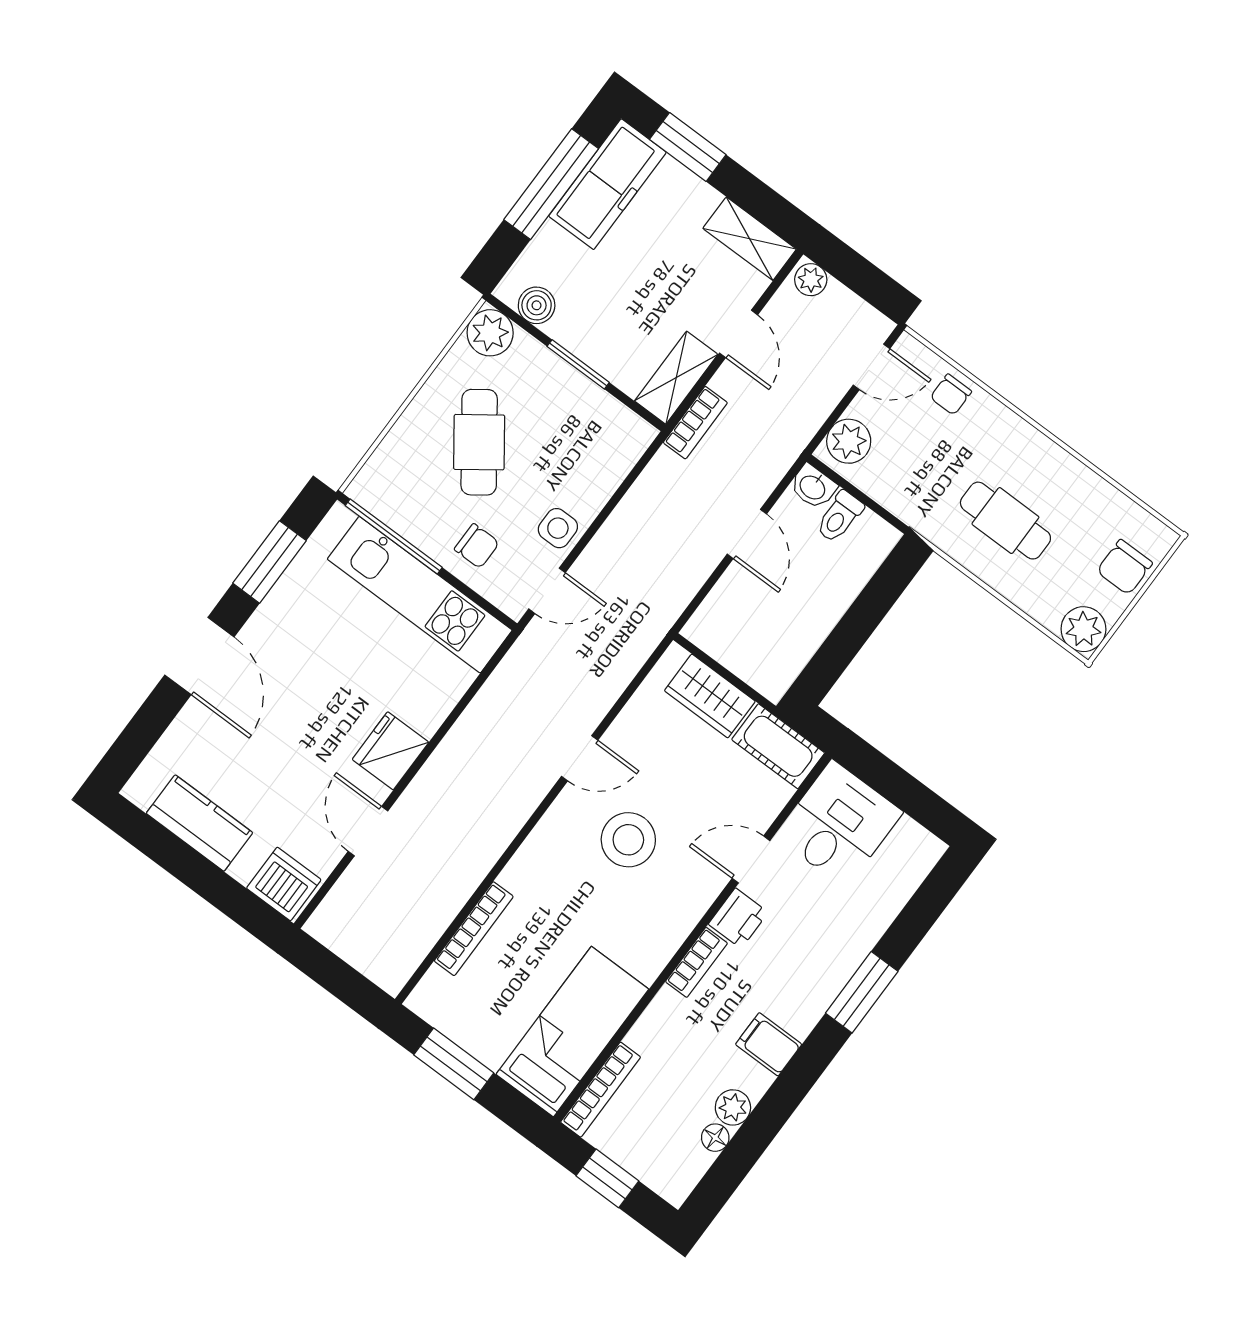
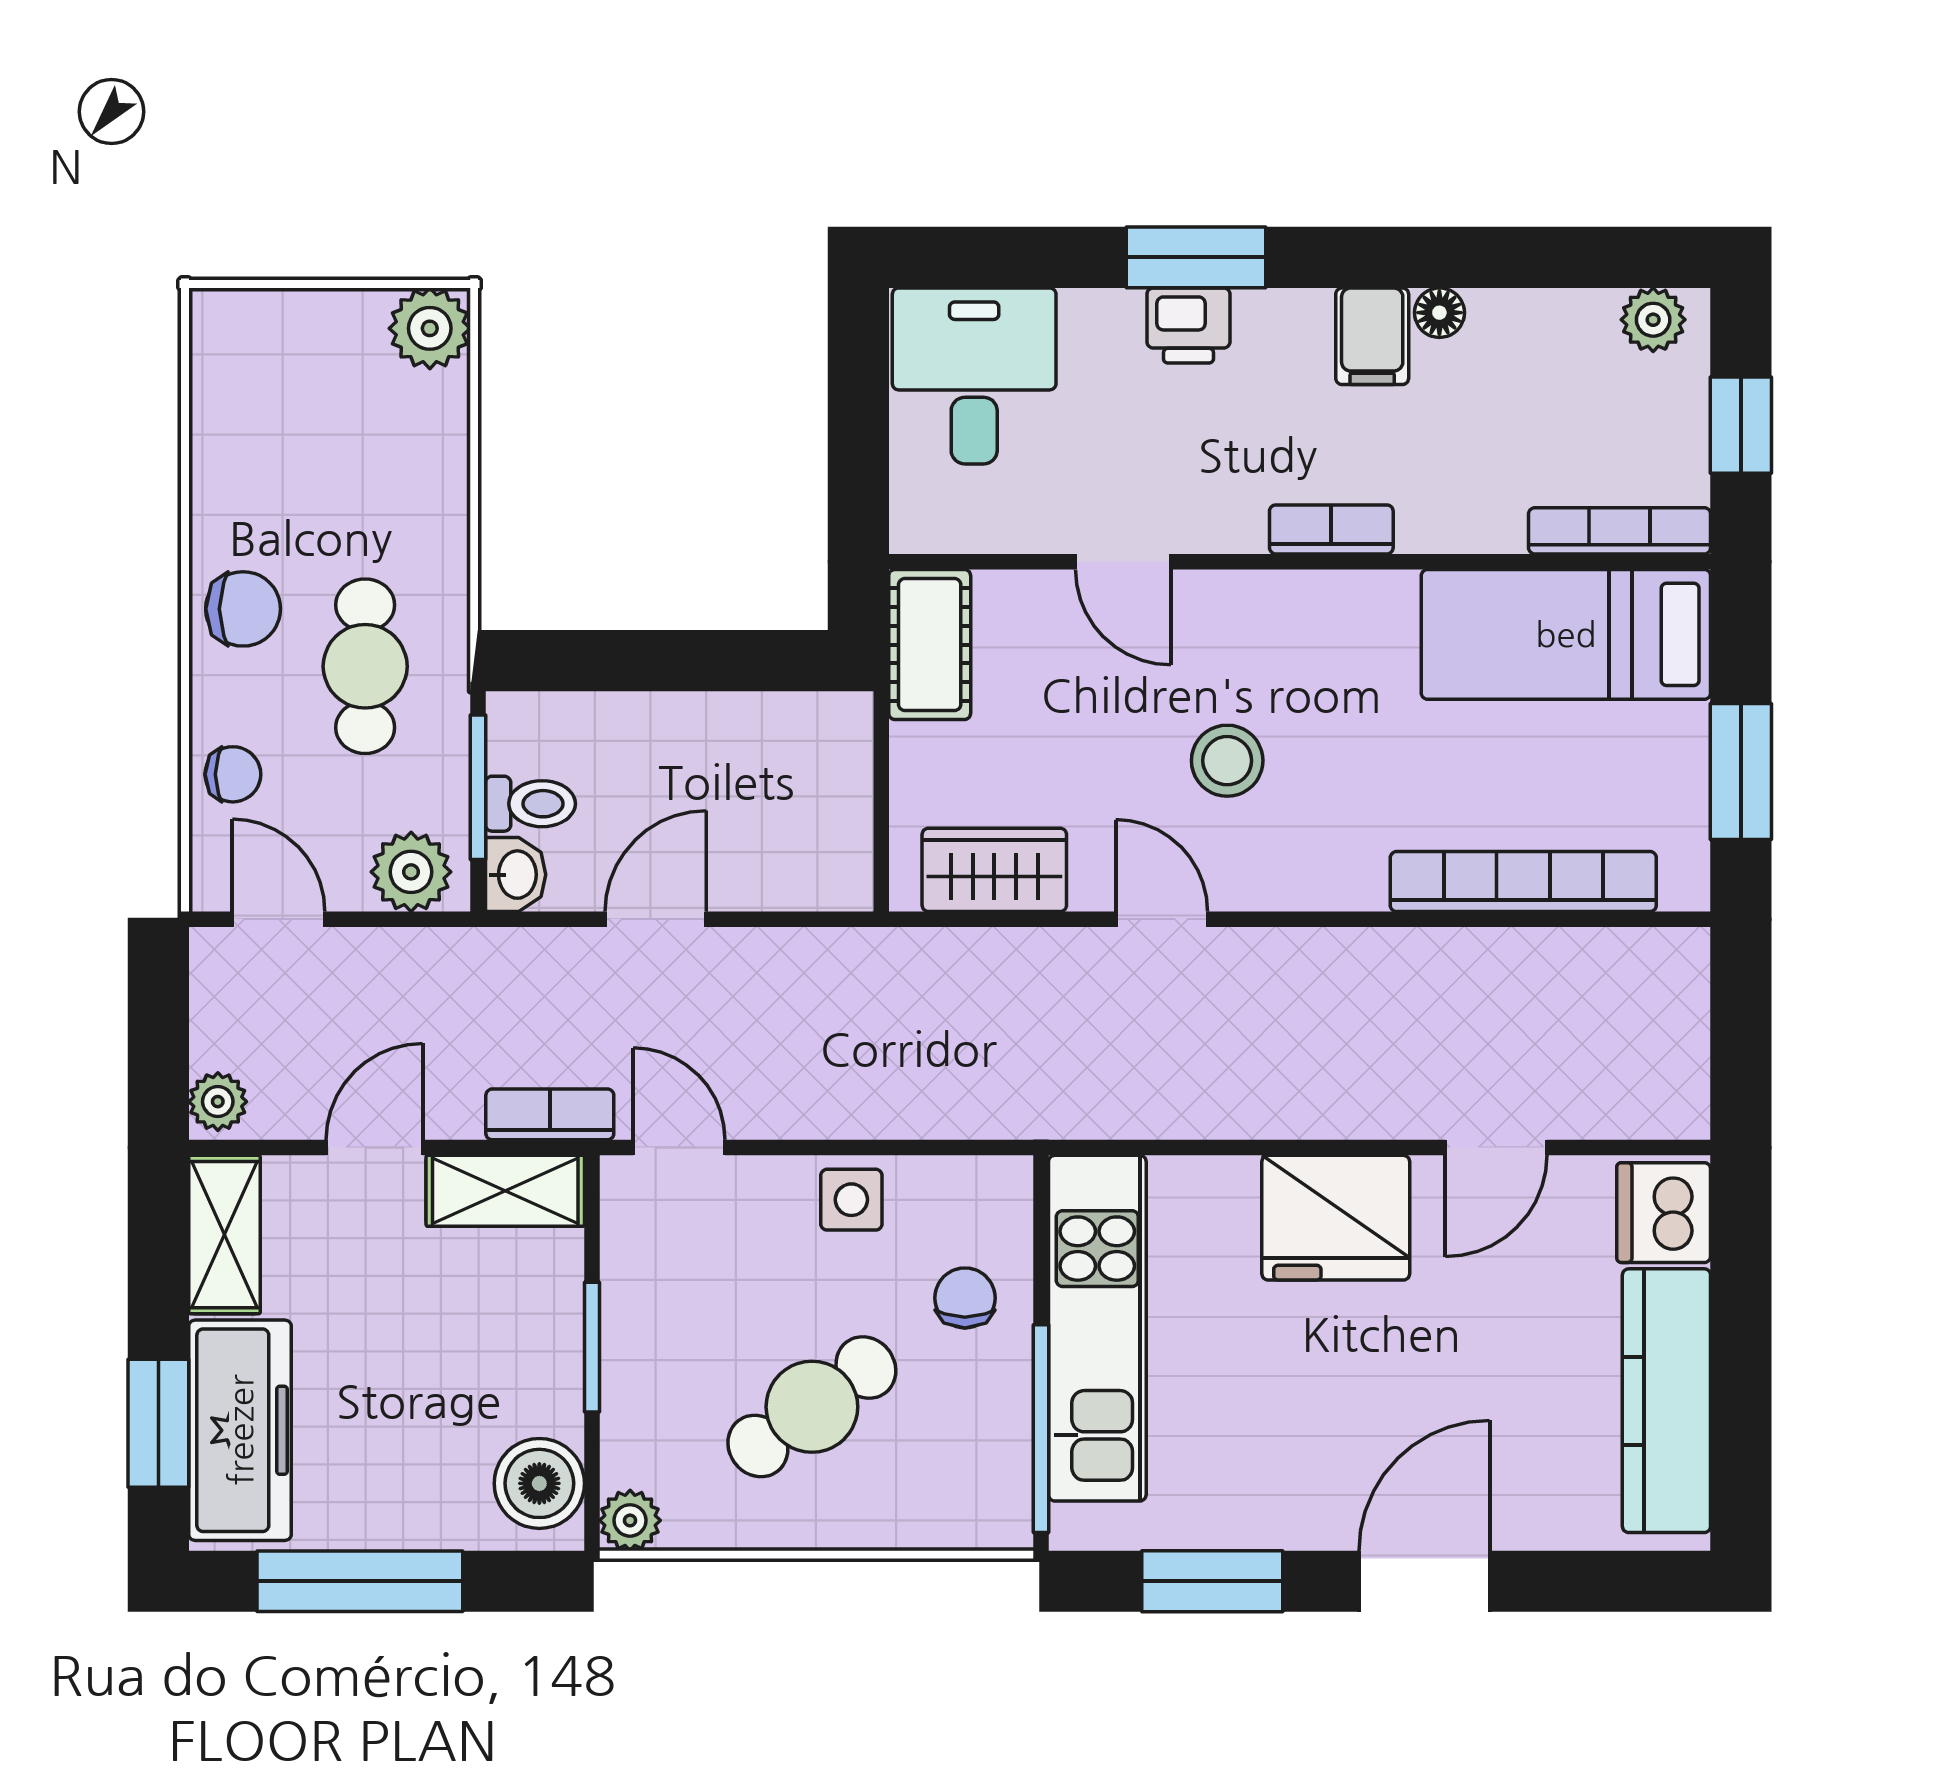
freezer: (607, 184) -> (240, 1430), moved, turned 90
boiler: (537, 305) -> (539, 1483), width x1.36, depth x1.36
plant: (490, 333) -> (630, 1520), width x0.73, depth x0.73
window: (864, 499) -> (478, 787), added
cafe table: (1005, 521) -> (365, 666), moved
chair: (1125, 567) -> (243, 609), moved
door: (547, 591) -> (679, 1148), moved
wardrobe: (710, 696) -> (994, 870), moved, turned -90
fridge: (390, 751) -> (1336, 1218), width x1.36, depth x1.34
kitchen counter: (199, 823) -> (1666, 1401), width x1.50
desk: (839, 824) -> (974, 376), moved, turned 90
stool: (628, 840) -> (1227, 761), width x0.73, depth x0.73
printer: (738, 918) -> (1188, 326), moved, turned 180
bookcase: (474, 929) -> (1523, 882), width x1.48, depth x1.31
plant: (733, 1107) -> (1653, 320), moved
floor lamp: (715, 1138) -> (1439, 313), moved

